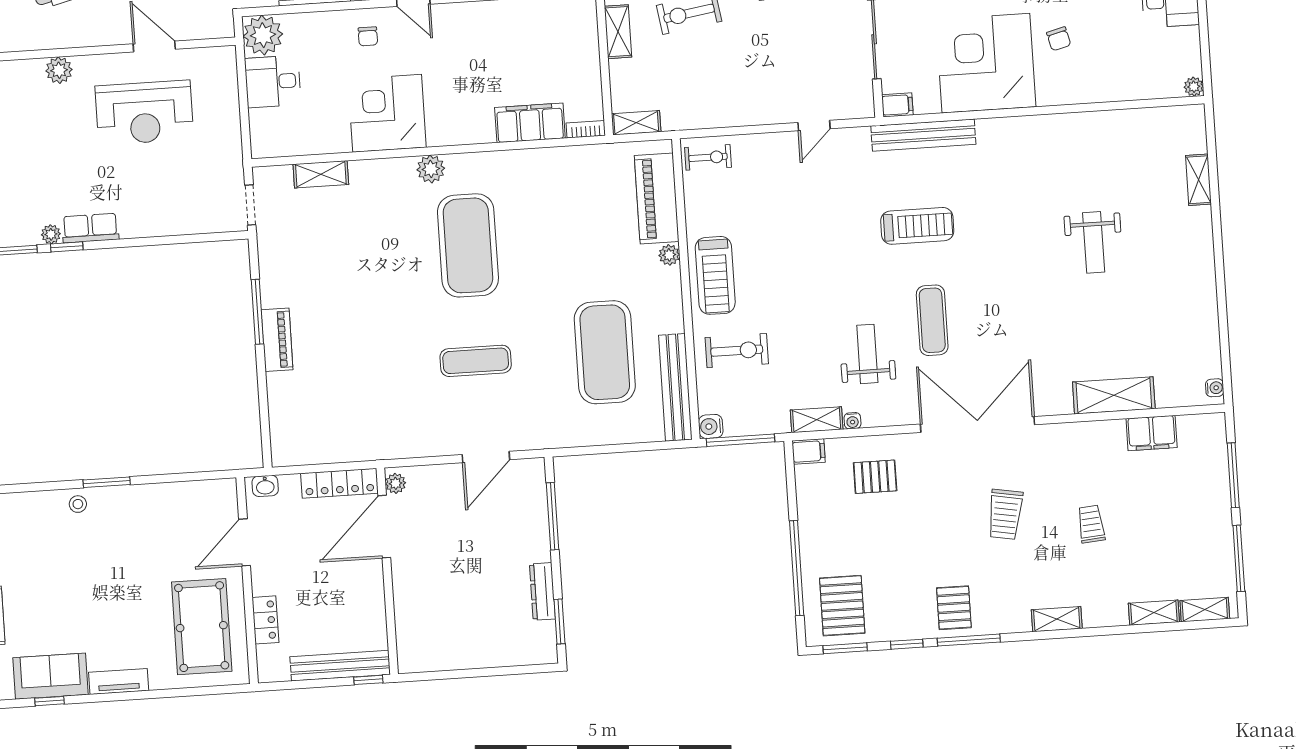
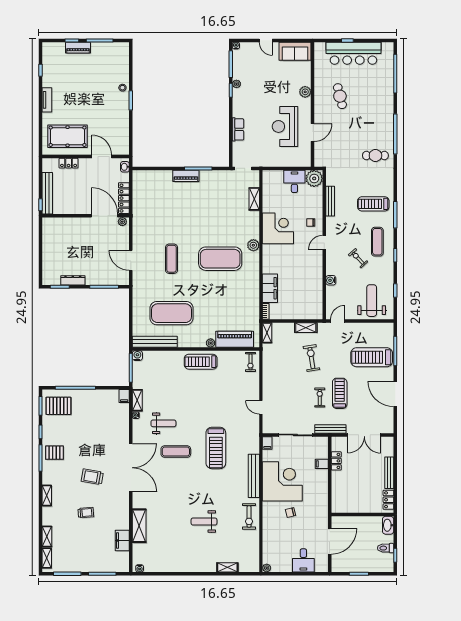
bench: (923, 135) -> (254, 476), moved
treadmill: (917, 226) -> (216, 448), width x1.37, depth x1.37
row of seats: (90, 228) -> (238, 129), moved
exercise bike: (737, 351) -> (249, 517), moved
pallet: (875, 477) -> (112, 423), removed
sofa: (50, 676) -> (51, 71), removed

